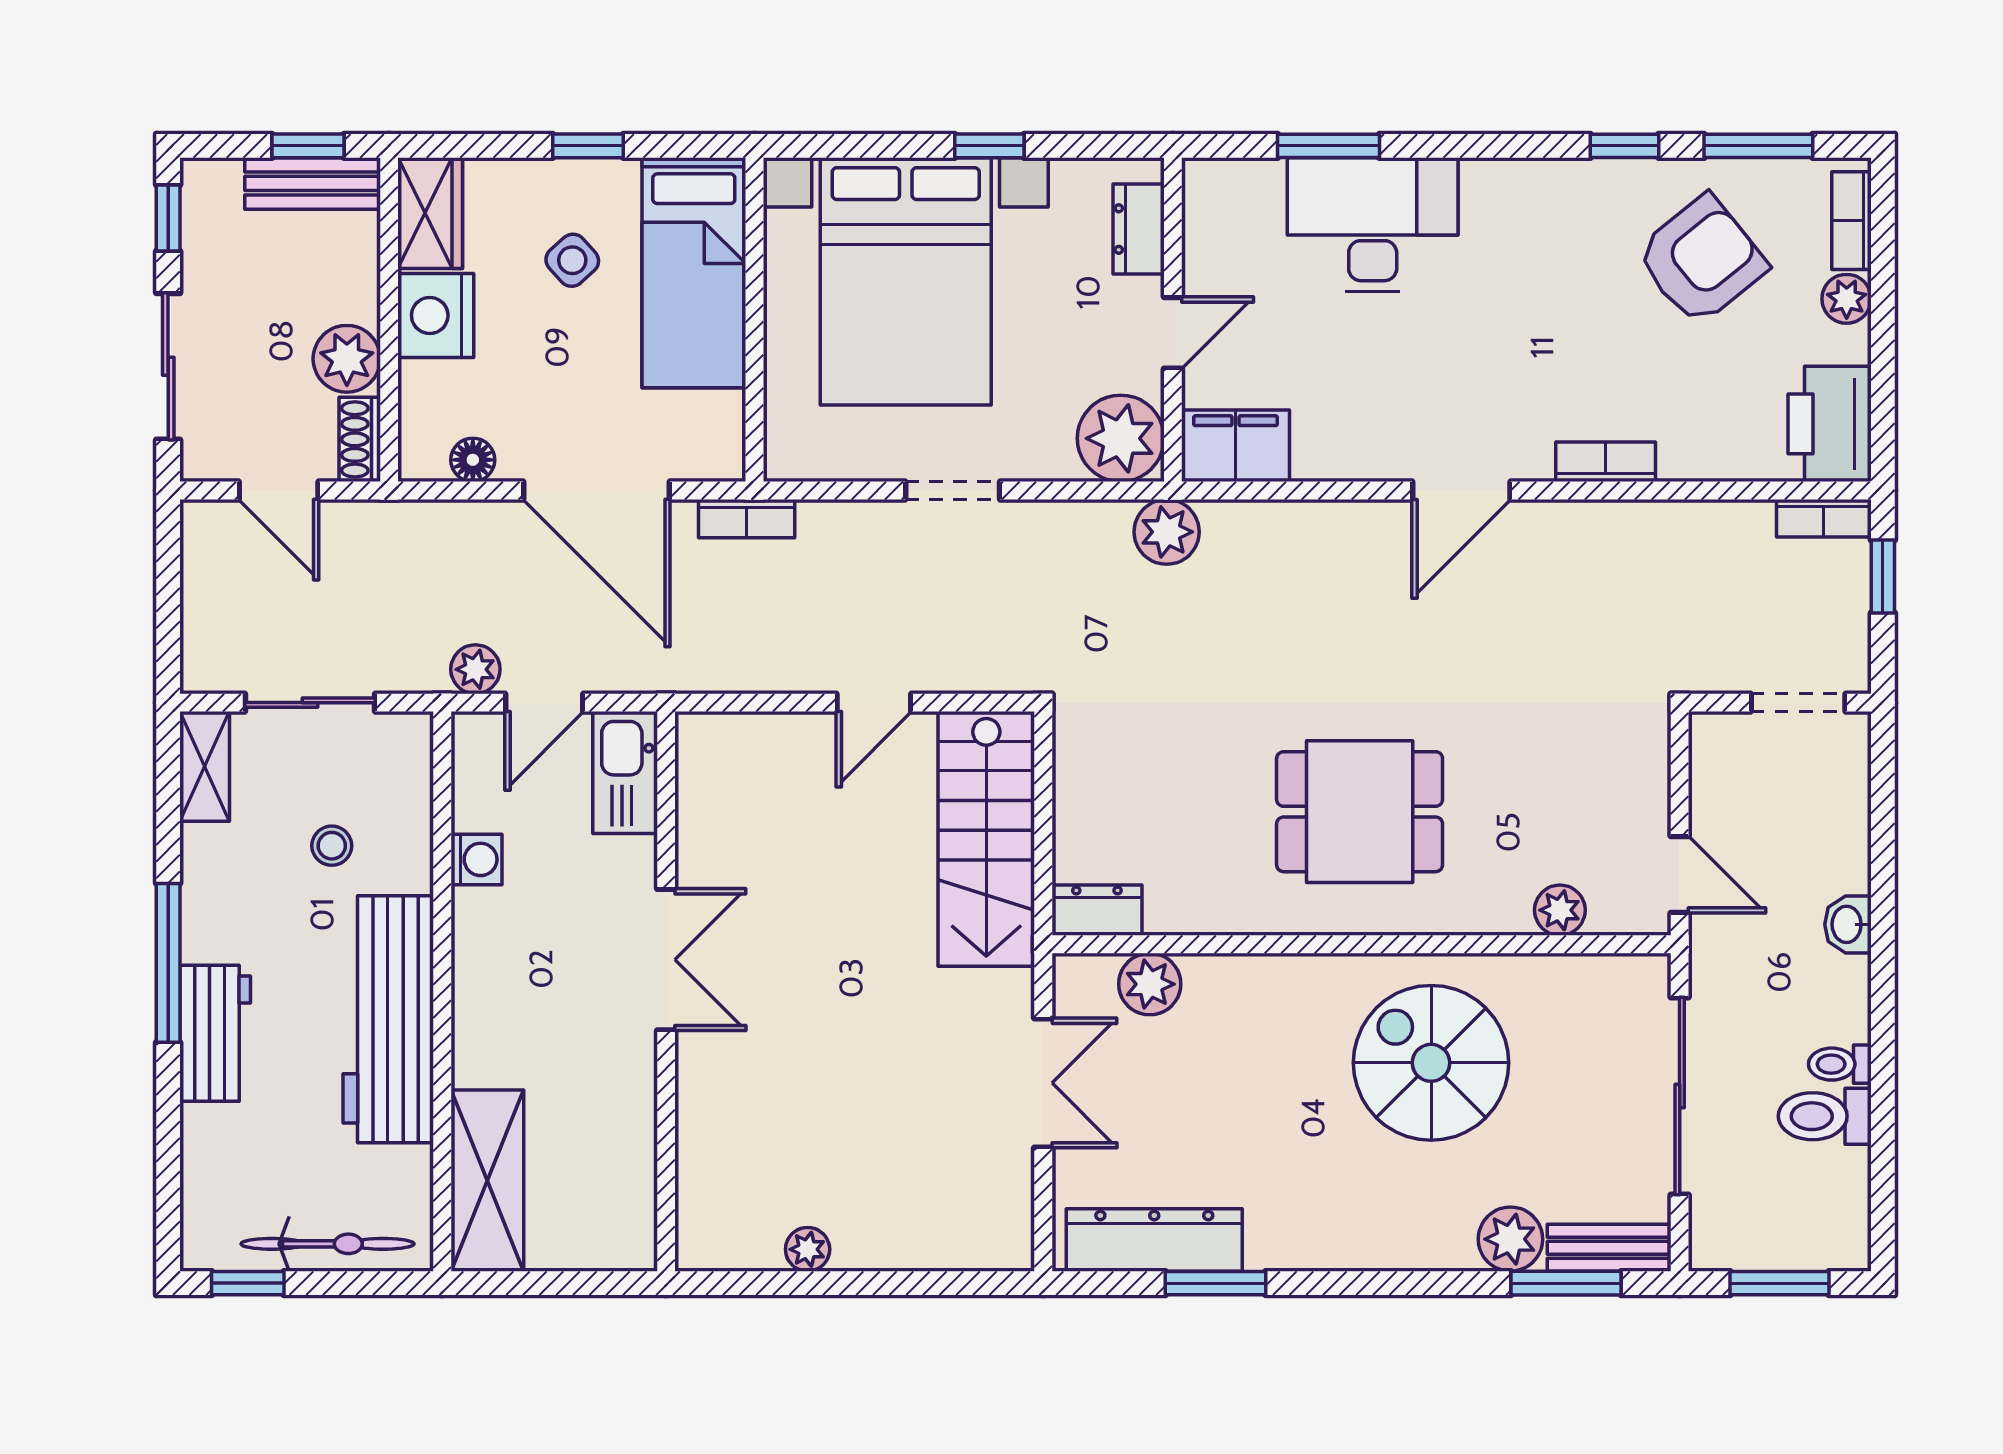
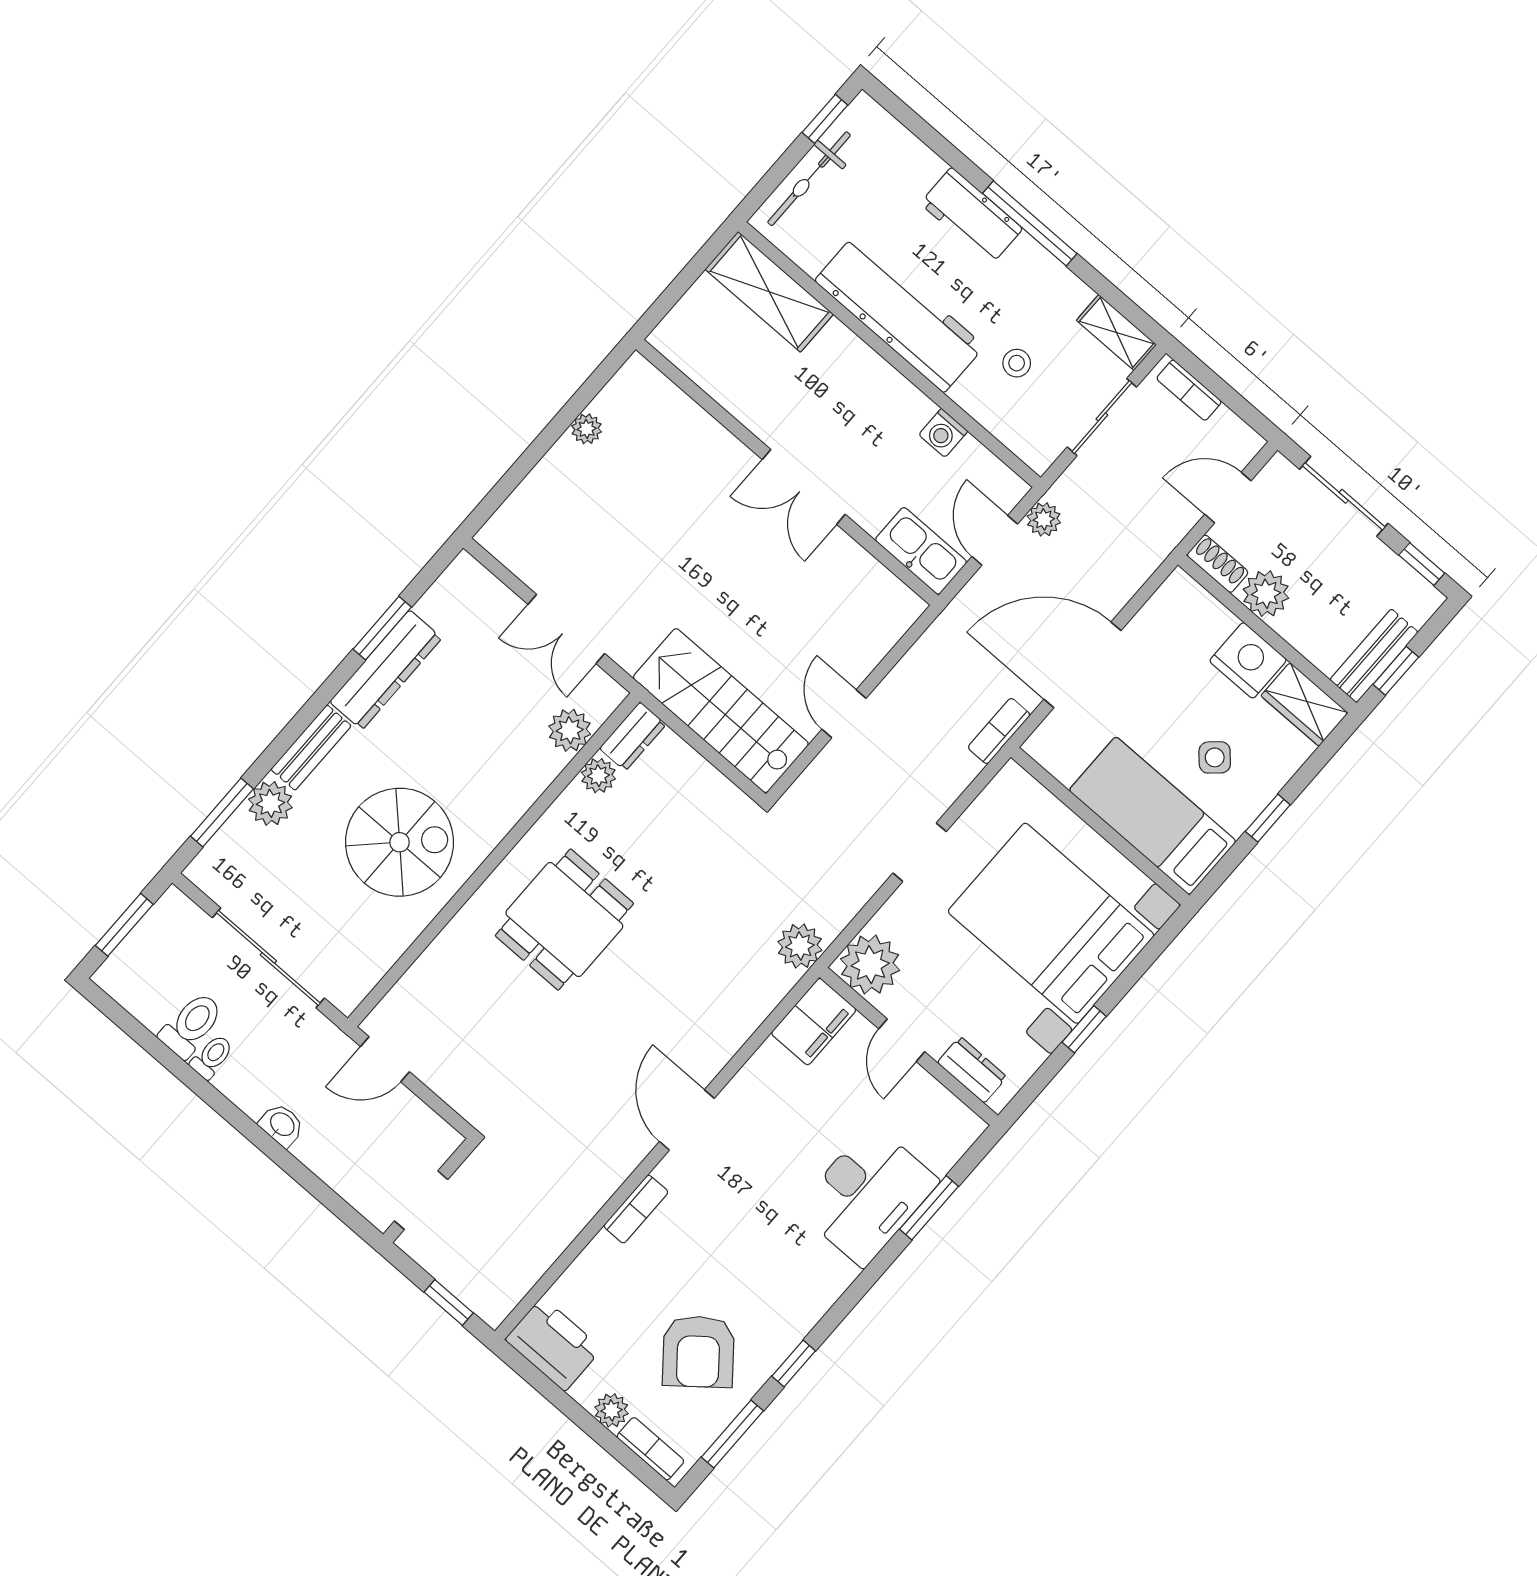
floor lamp: (473, 460) -> (1155, 614), removed
bookcase: (1824, 518) -> (1189, 390), moved, turned -90
plant: (1560, 910) -> (598, 776), moved
dresser: (1154, 1240) -> (386, 670), moved
bench: (1609, 1248) -> (311, 748), moved

